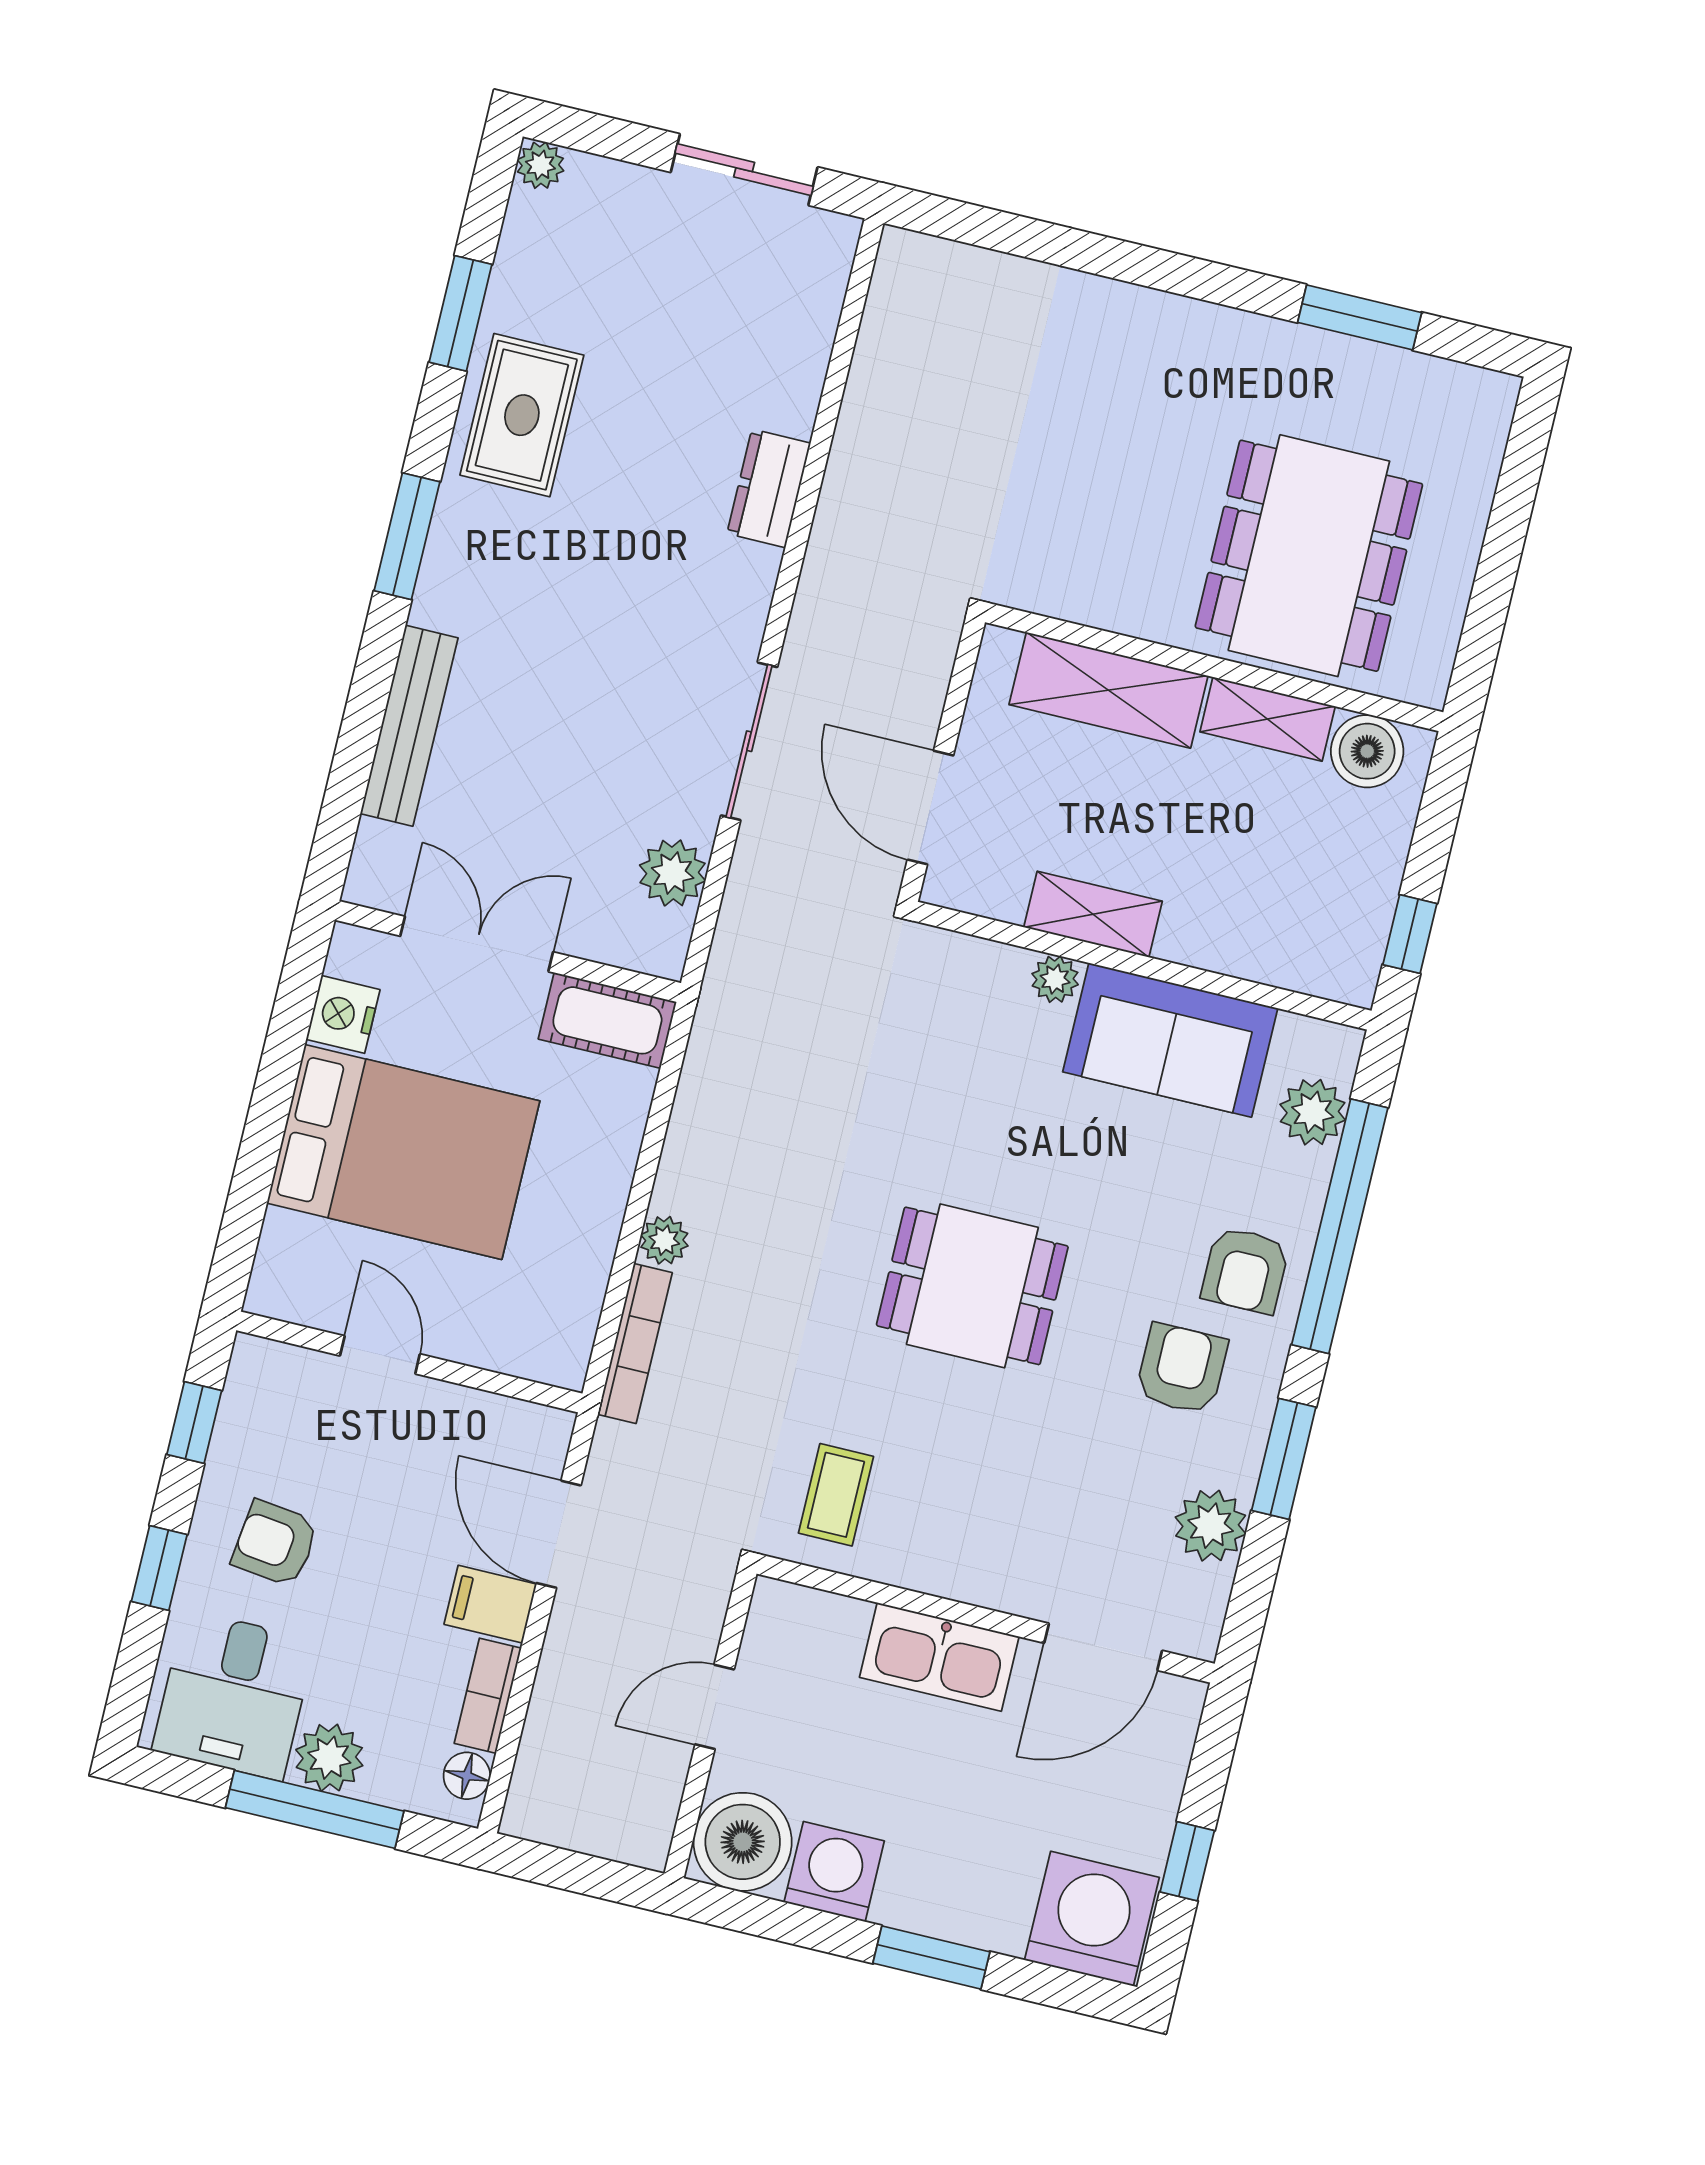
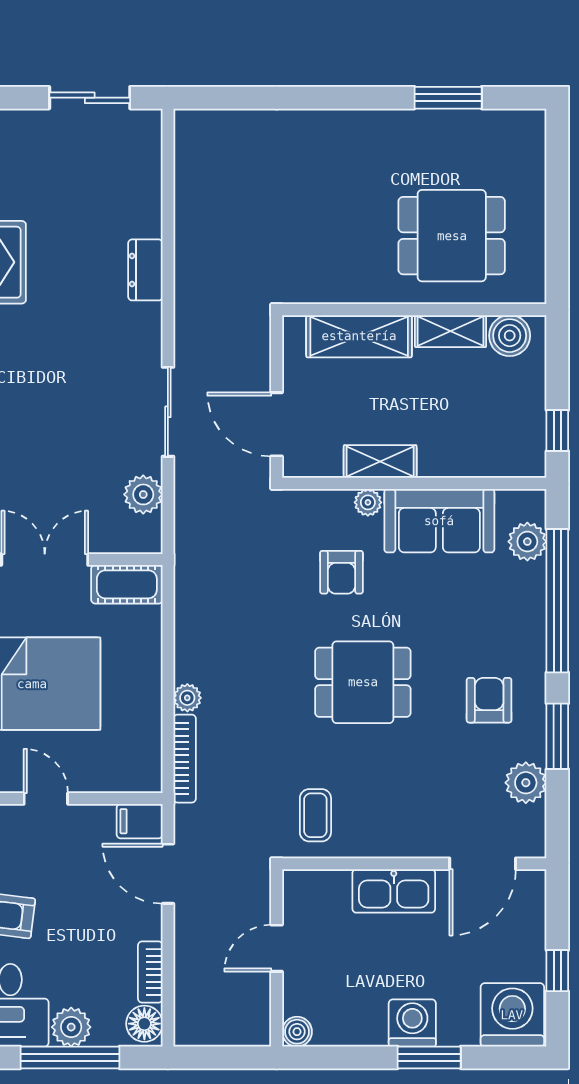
dining table: (1309, 556) -> (452, 236), width x0.73
armchair: (1245, 1270) -> (341, 572), moved
filing cabinet: (490, 1604) -> (140, 821), moved
floor lamp: (467, 1776) -> (144, 1024), width x1.37, depth x1.37
boiler: (743, 1842) -> (297, 1032), width x0.54, depth x0.54
washing machine: (834, 1872) -> (412, 1023), moved

